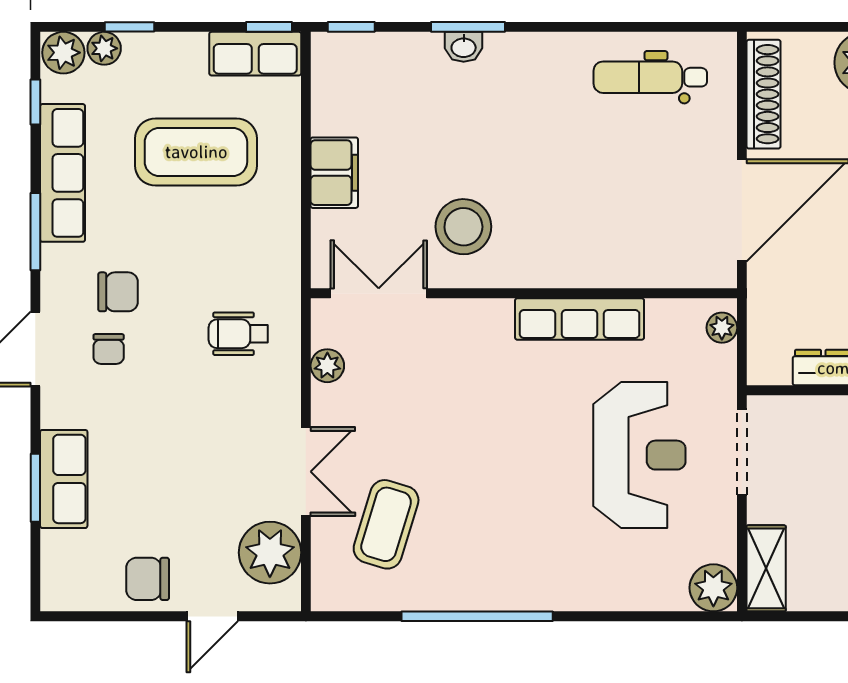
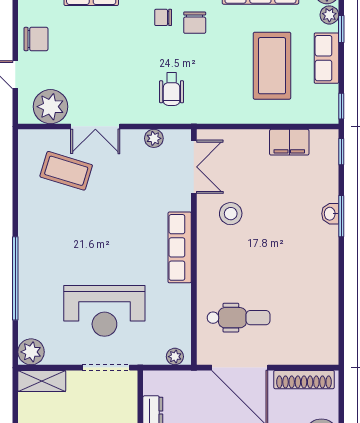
row of seats: (255, 54) -> (326, 58), moved
dental chair: (650, 77) -> (239, 318), moved, turned 90
filing cabinet: (334, 173) -> (289, 142), moved
stool: (463, 227) -> (231, 214), width x0.73, depth x0.73
row of seats: (580, 319) -> (180, 247), moved
wheelchair: (238, 334) -> (172, 89), turned 180
chair: (148, 579) -> (36, 39), turned 90
window: (477, 616) -> (15, 278), moved

